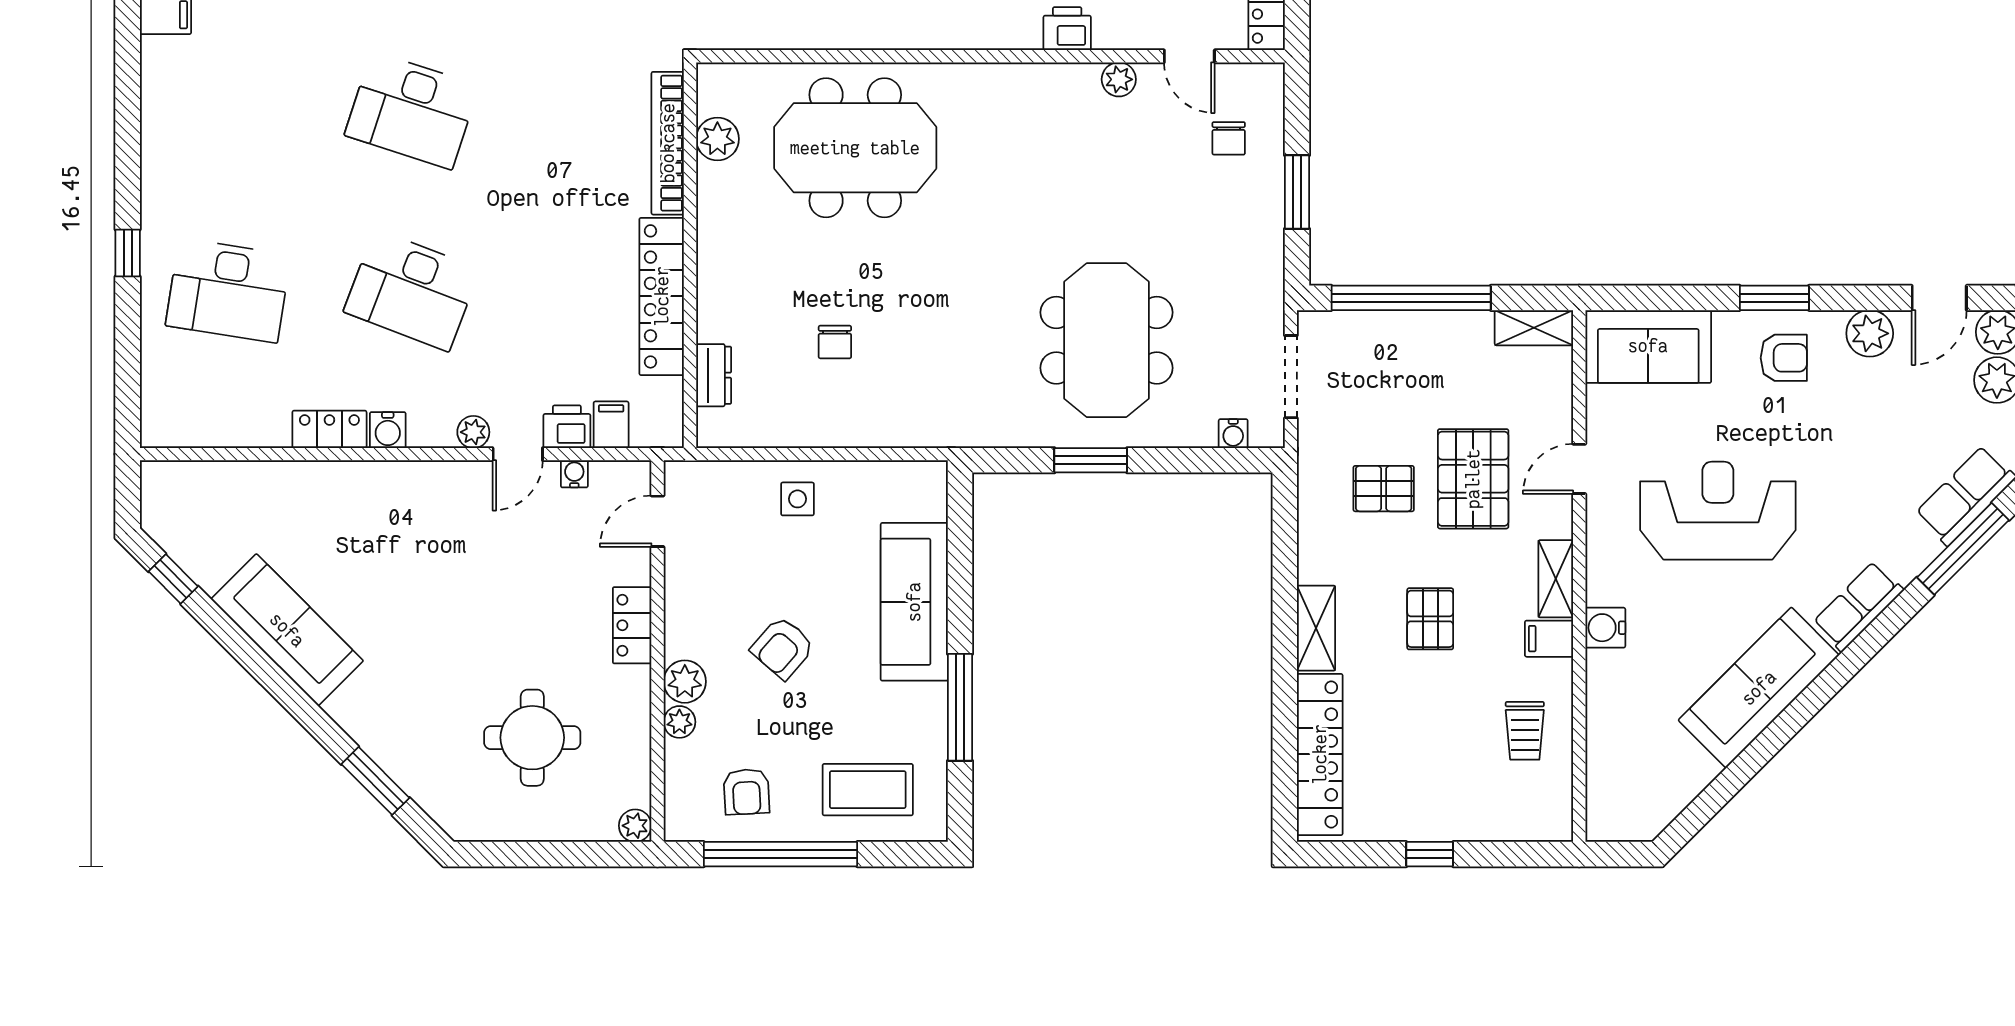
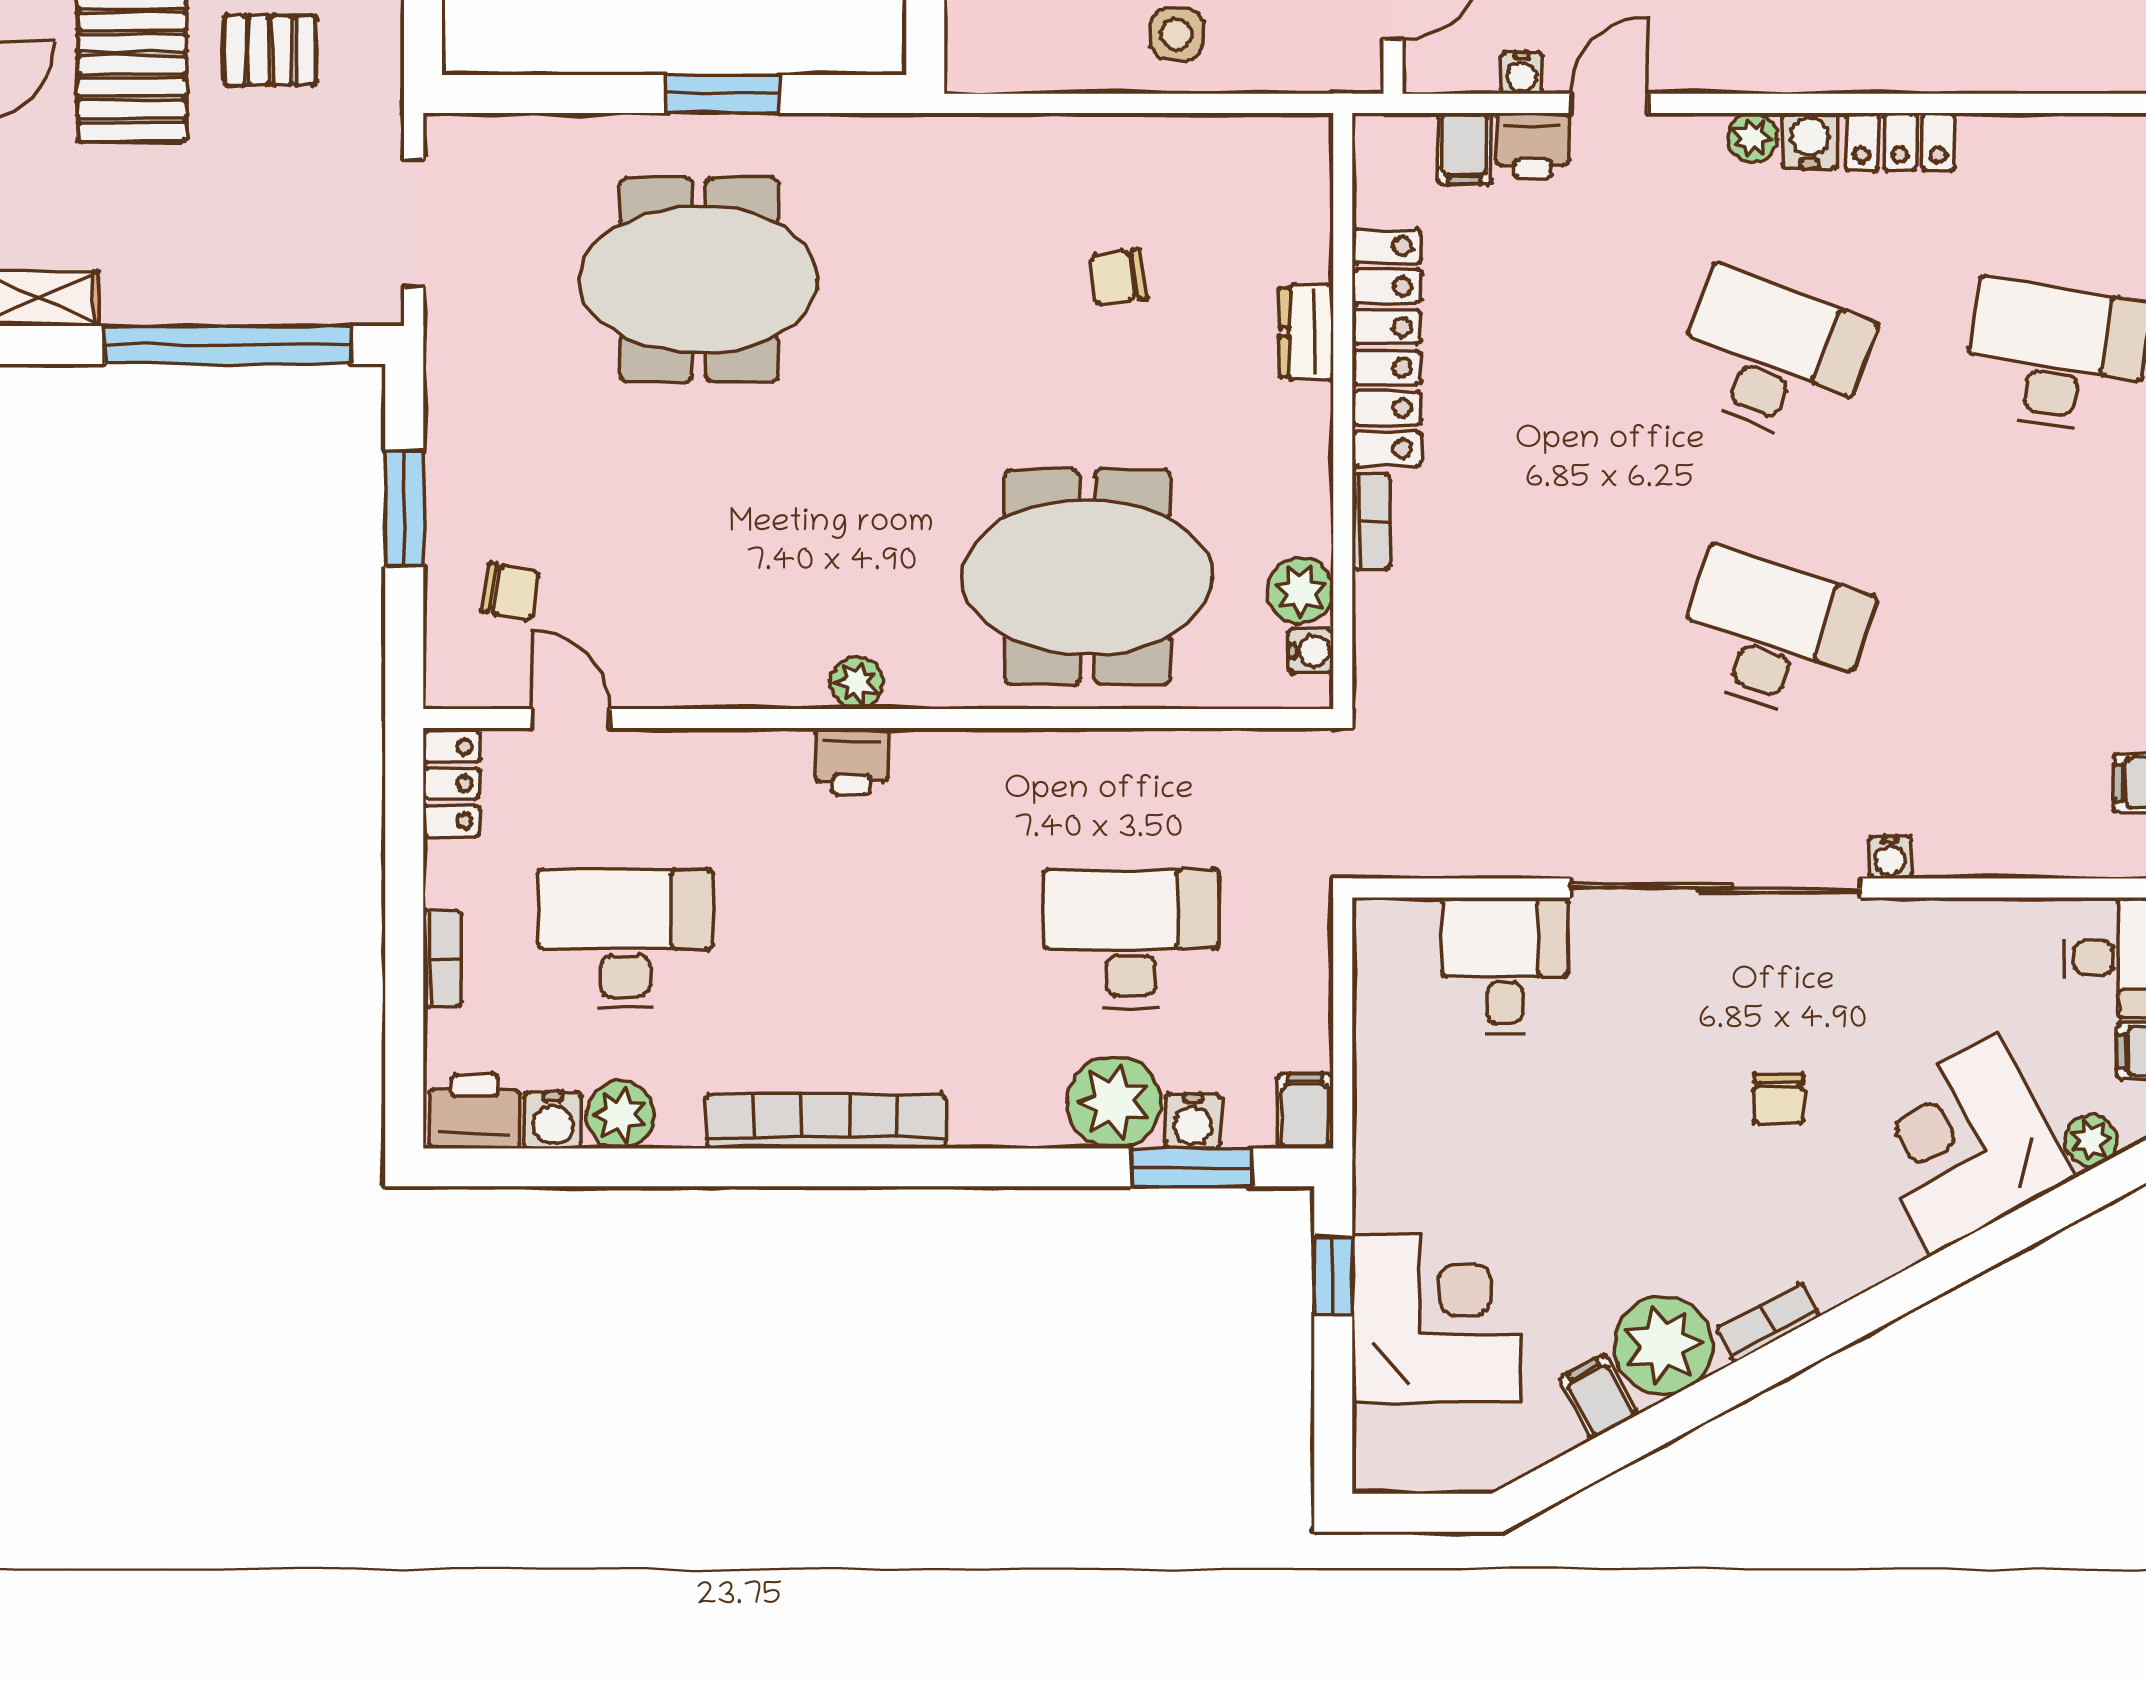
printer: (1067, 29) -> (852, 761), moved
plant: (1119, 79) -> (857, 683), moved
chair: (1229, 138) -> (510, 592), turned 101
bookcase: (668, 143) -> (1371, 522), width x0.43, depth x0.76
meeting table: (1107, 340) -> (699, 280), turned 90
chair: (835, 342) -> (1119, 277), turned -98
dresser: (714, 375) -> (1306, 332), moved
plant: (473, 432) -> (1752, 138), moved
water cooler: (1233, 434) -> (1311, 651), moved, turned 90

